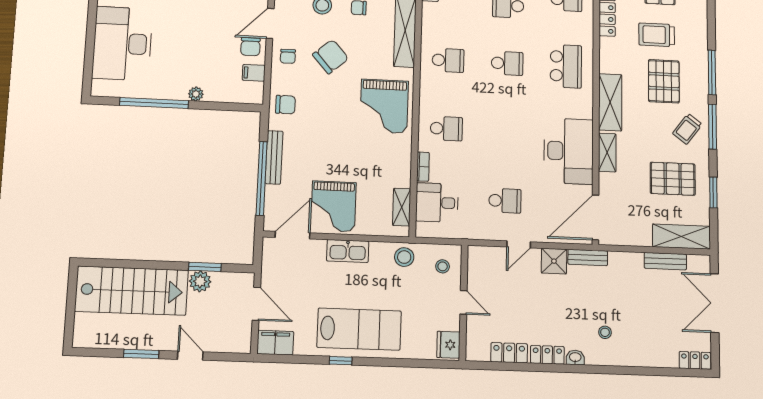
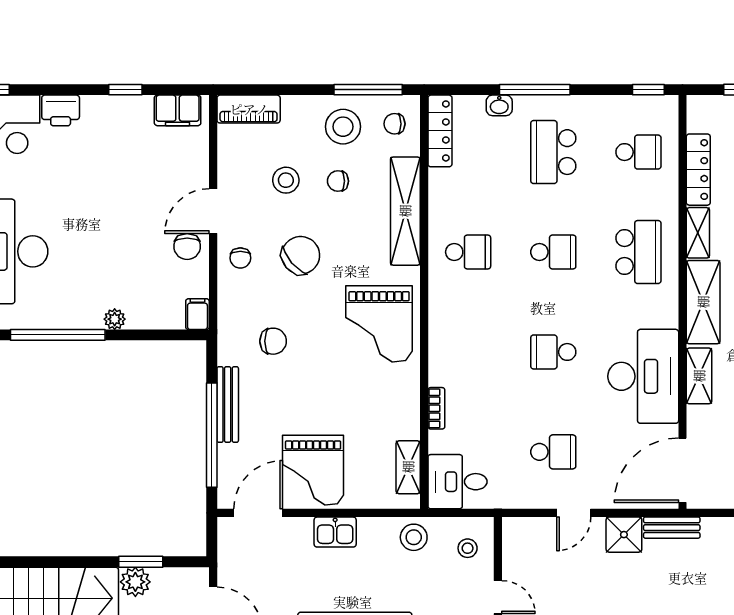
shelving: (607, 55) -> (698, 233), added
filing cabinet: (254, 73) -> (197, 314), moved, turned 90
chair: (285, 105) -> (273, 341), moved
school desk: (446, 129) -> (553, 352), moved, turned 180
desk: (437, 203) -> (457, 482), moved
kitchen sink: (348, 251) -> (335, 532), width x0.73

